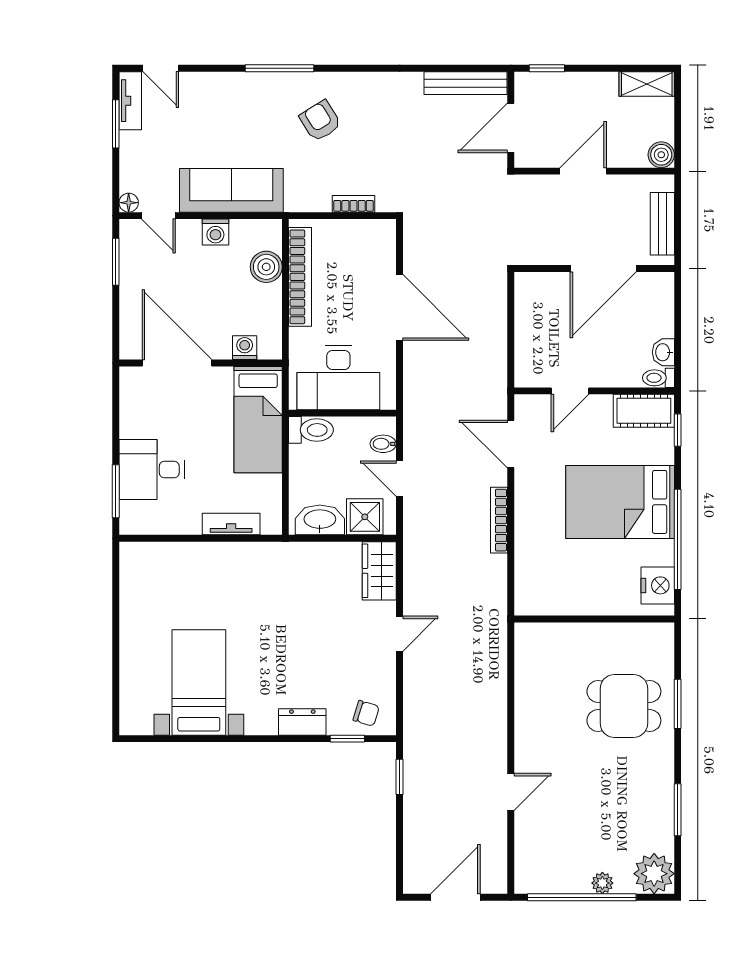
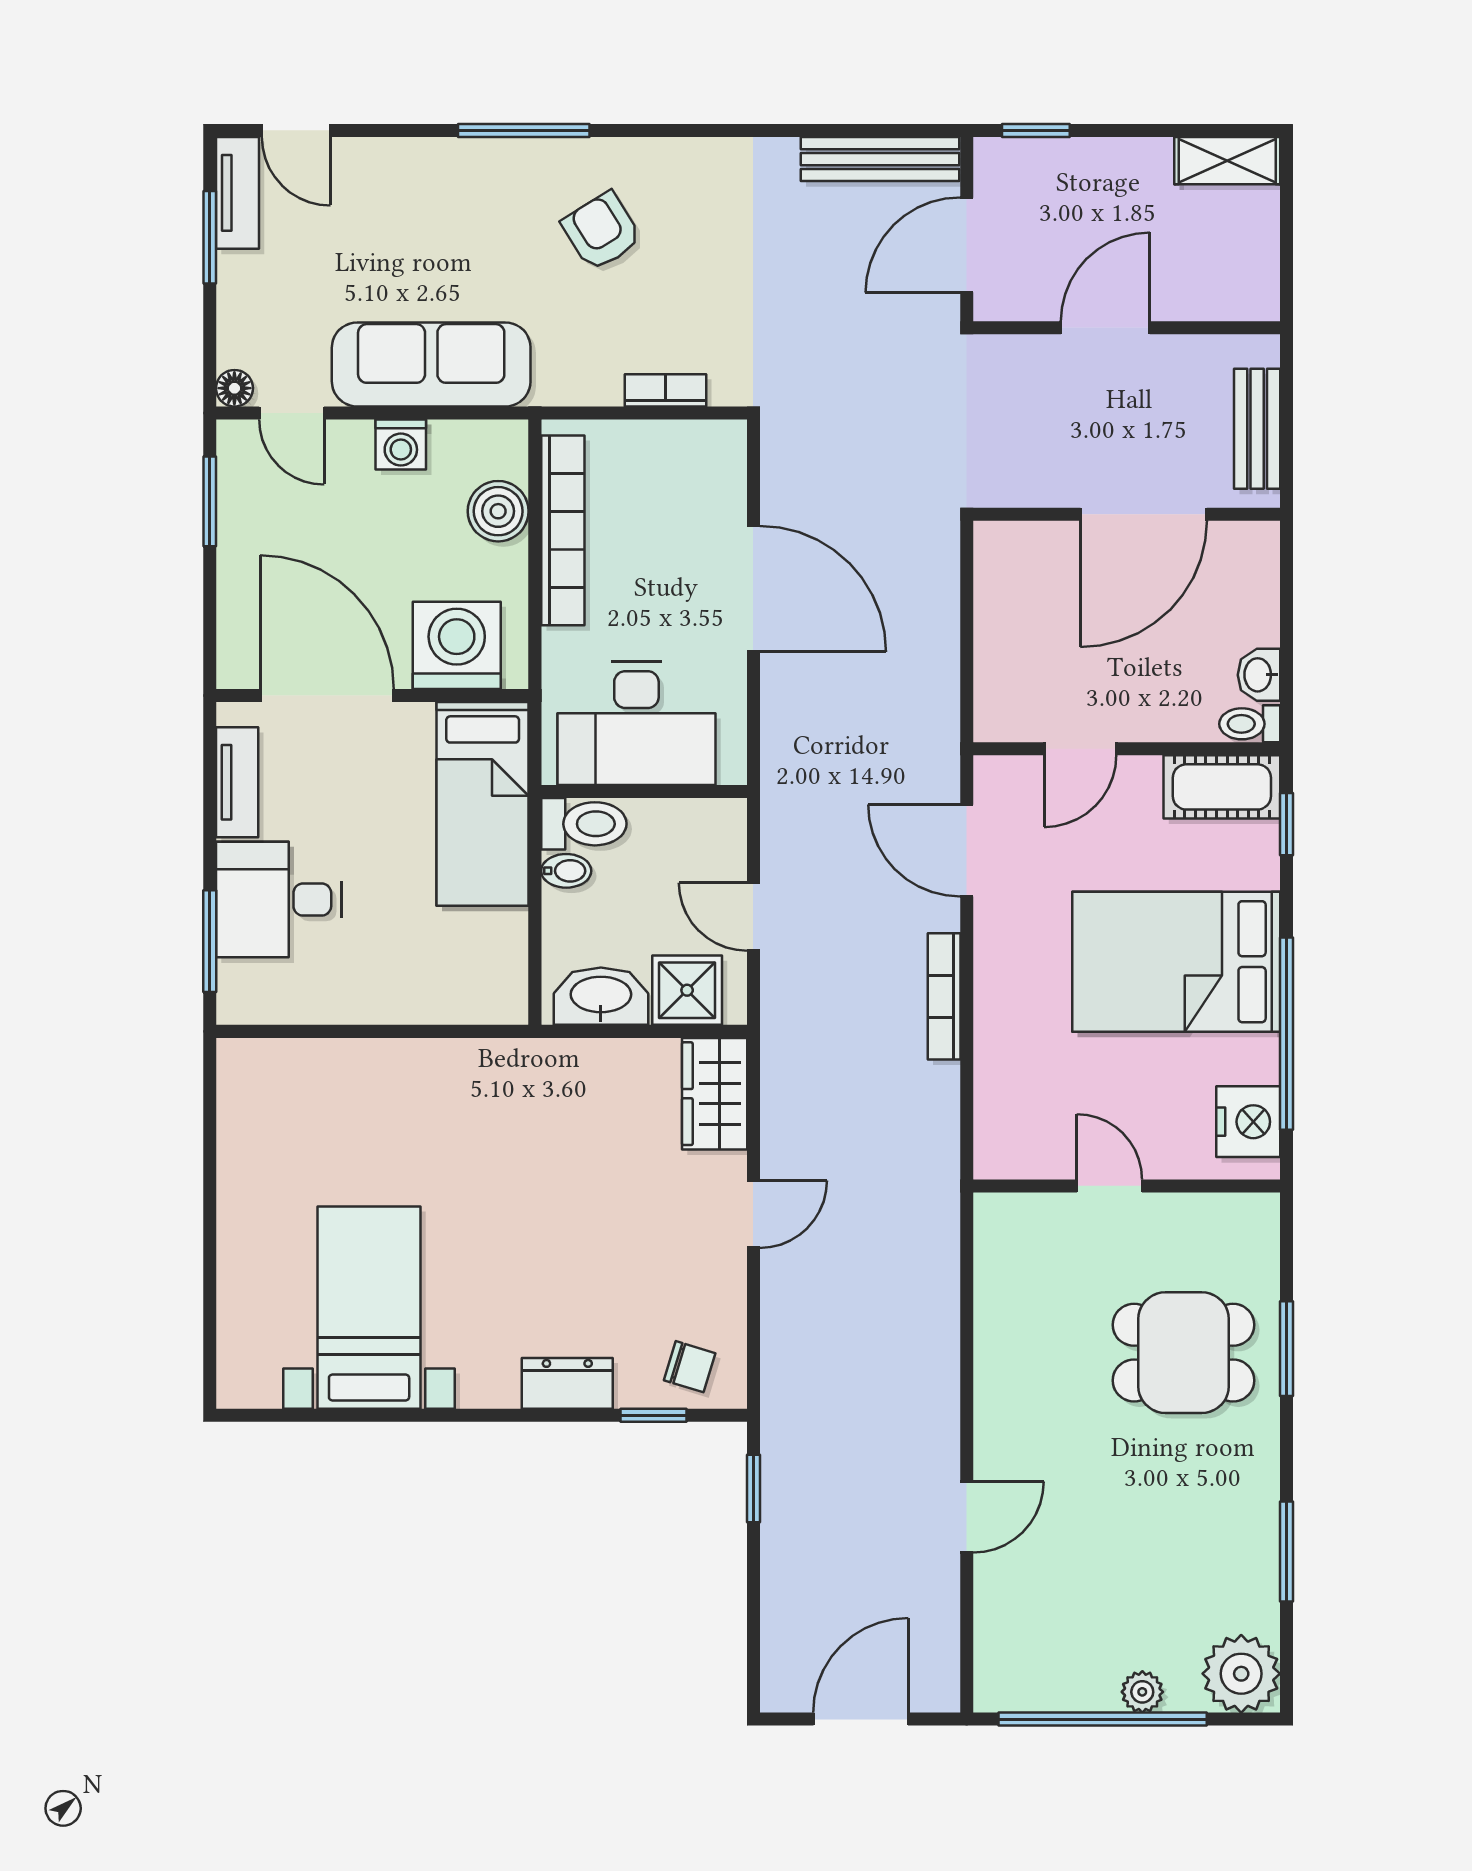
boiler: (661, 155) -> (1255, 296), removed
washing machine: (245, 348) -> (457, 645), width x1.89, depth x1.89
bidet: (383, 444) -> (566, 871), moved, turned 180
tv unit: (231, 524) -> (237, 782), moved, turned 90
door: (585, 619) -> (1110, 1186), added

